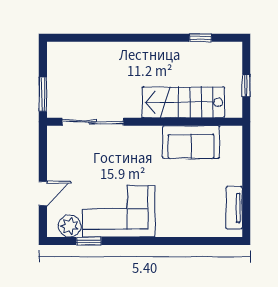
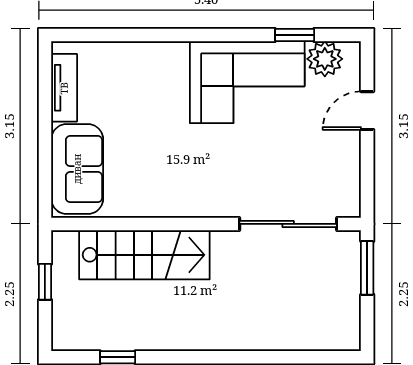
sofa: (191, 142) -> (77, 169), moved, turned 90

